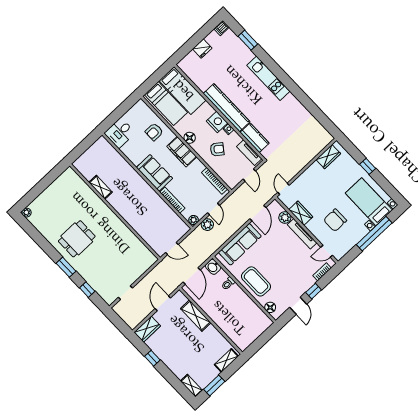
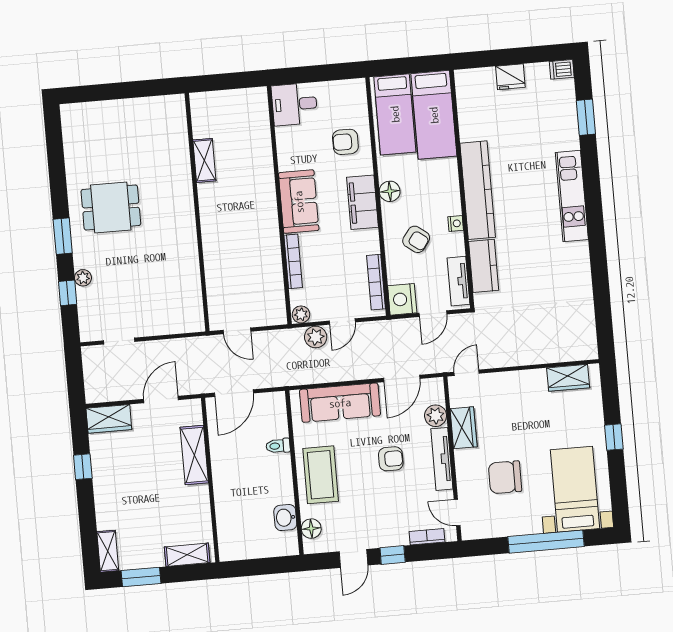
nightstand: (217, 122) -> (402, 299), moved, turned 180
plant: (27, 213) -> (83, 278), moved
armchair: (280, 251) -> (391, 459), added
washbasin: (213, 267) -> (285, 518), moved

